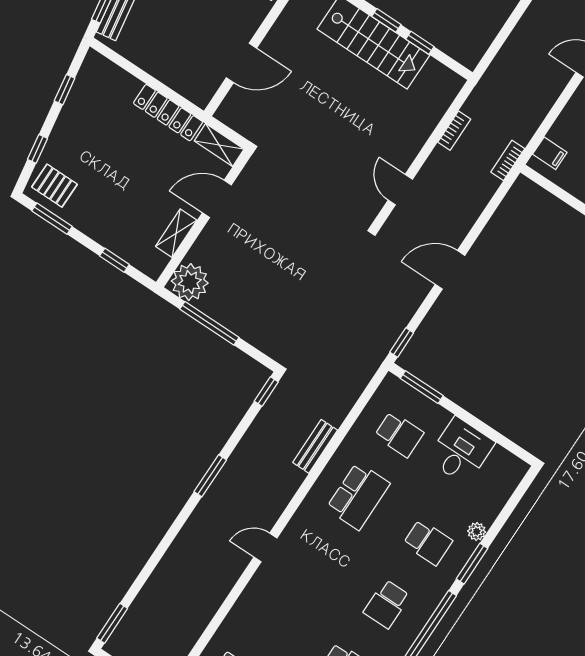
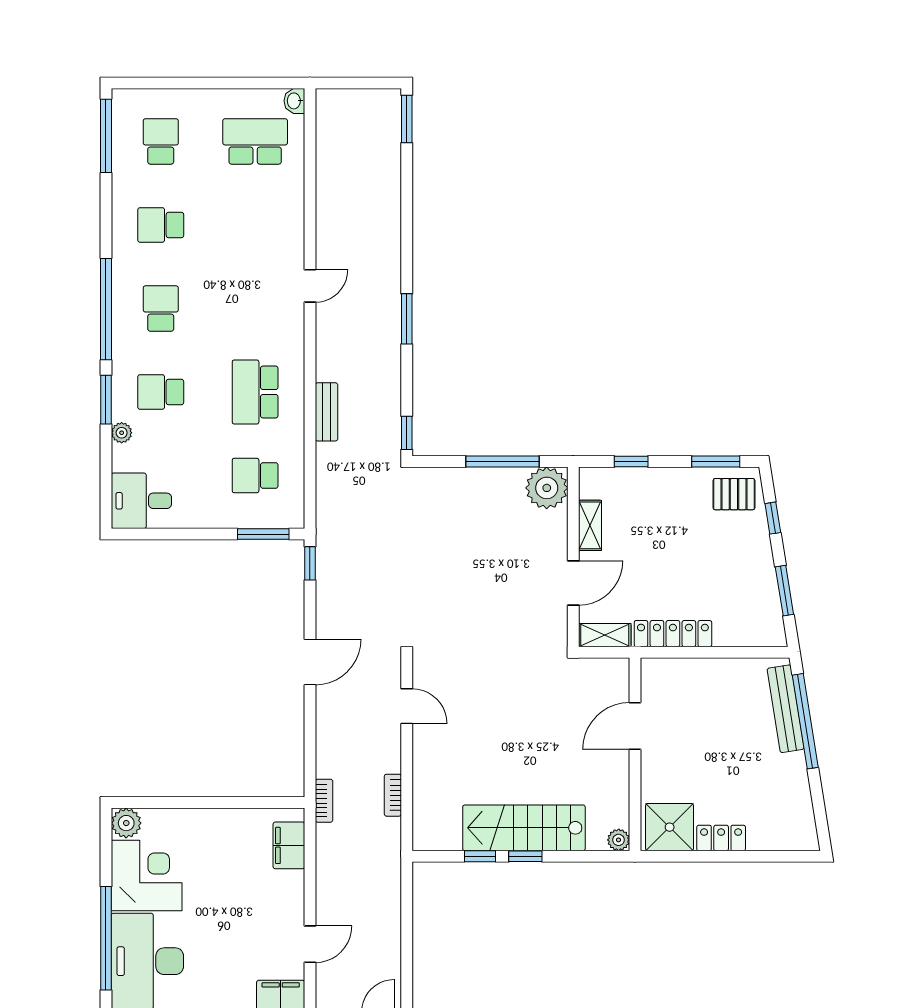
window: (65, 90) -> (784, 591), width x1.50
filing cabinet: (550, 153) -> (289, 845), width x2.00
desk: (461, 451) -> (141, 501), moved, turned 90

